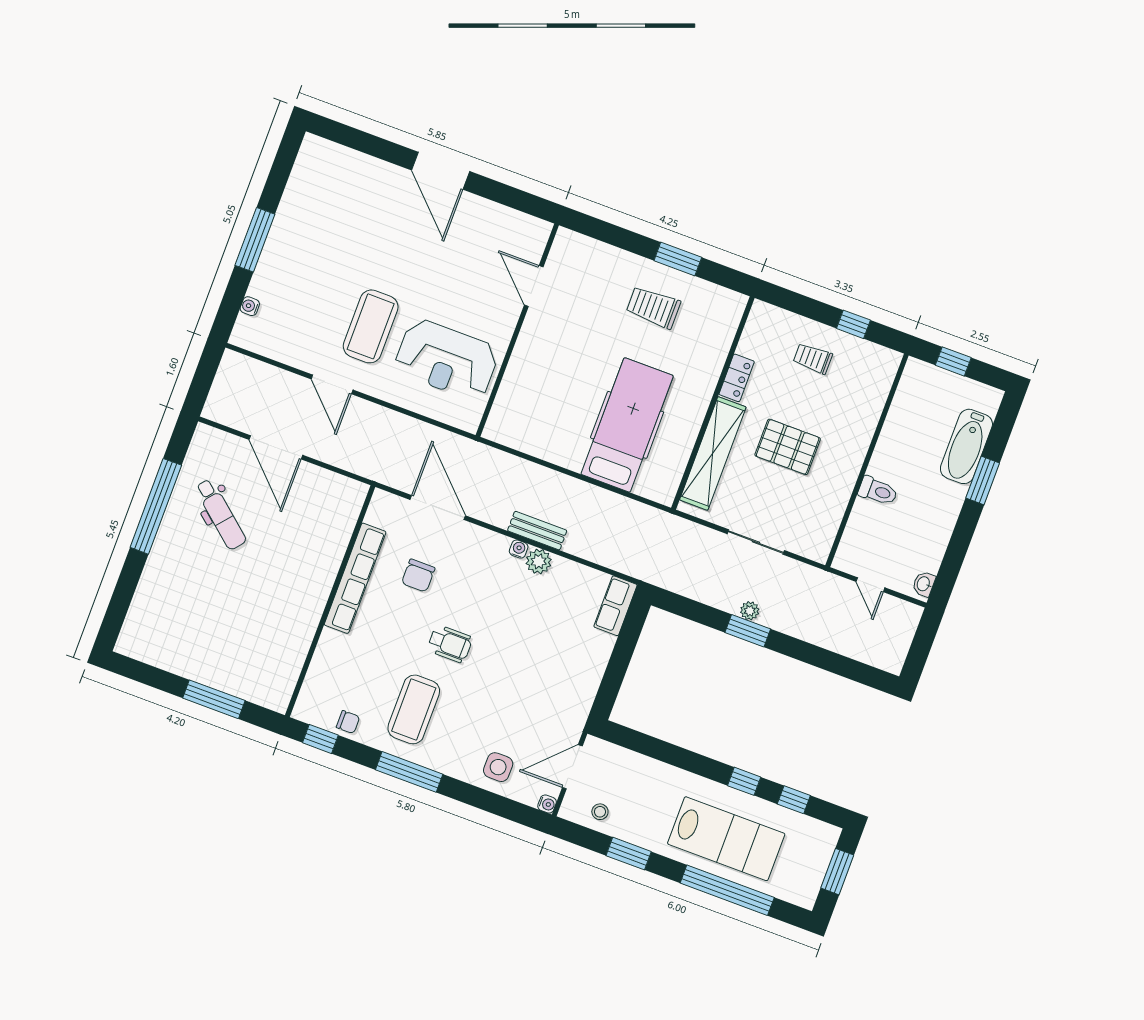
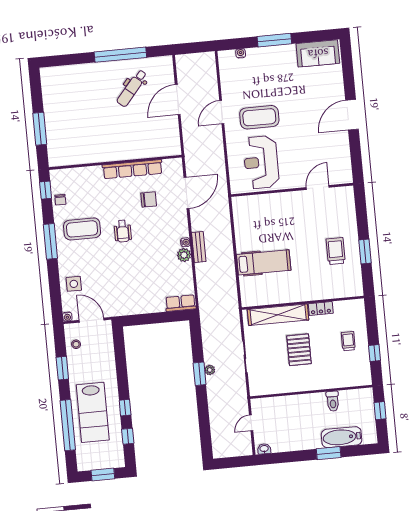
sofa: (312, 178) -> (318, 53), added
hospital bed: (627, 425) -> (264, 262), width x0.73, depth x0.78
toilet: (878, 491) -> (333, 401), moved
chair: (418, 576) -> (149, 199), turned 180

